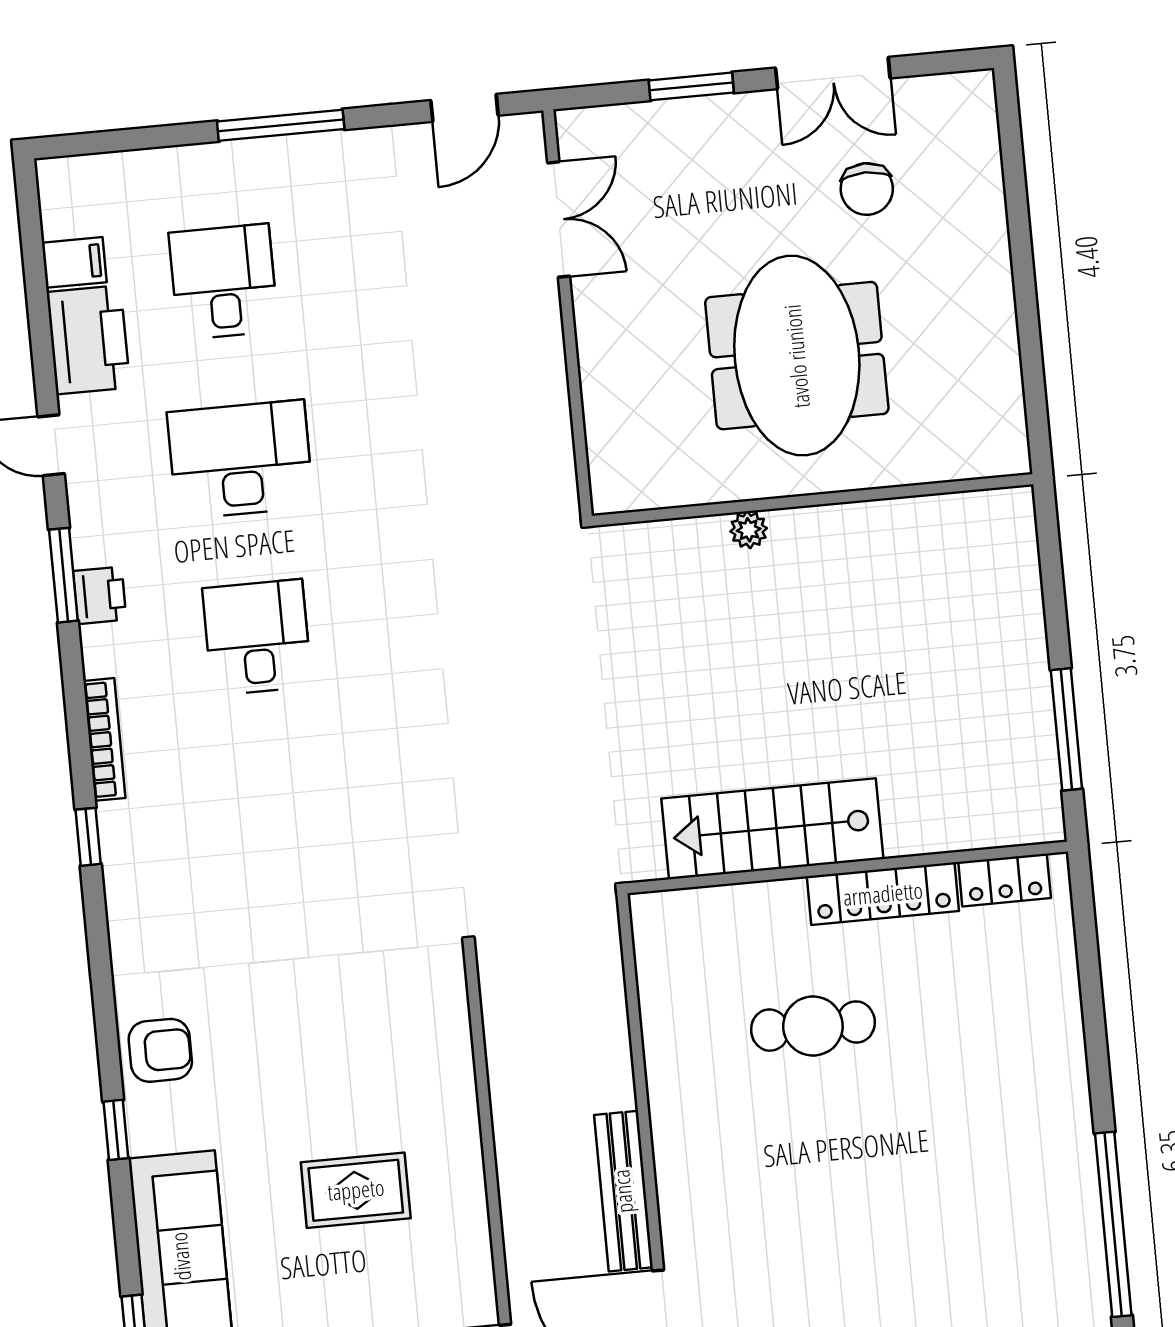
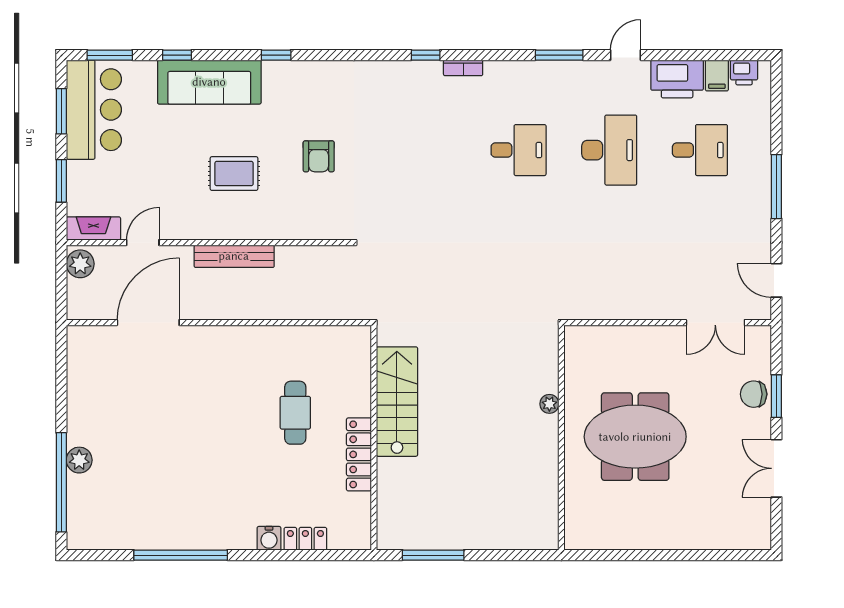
chair: (867, 189) -> (754, 394), moved
printer: (100, 595) -> (744, 72), moved
bookcase: (104, 739) -> (463, 68), width x0.64
locker: (1005, 880) -> (305, 539), moved, turned 90
armchair: (160, 1050) -> (319, 156), moved
water cooler: (1064, 1054) -> (269, 538), added
rug: (356, 1190) -> (234, 174), turned 90
bench: (623, 1191) -> (234, 256), moved

